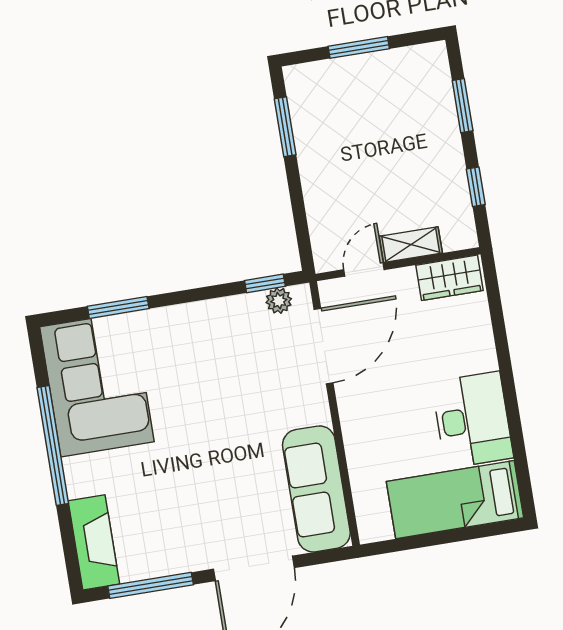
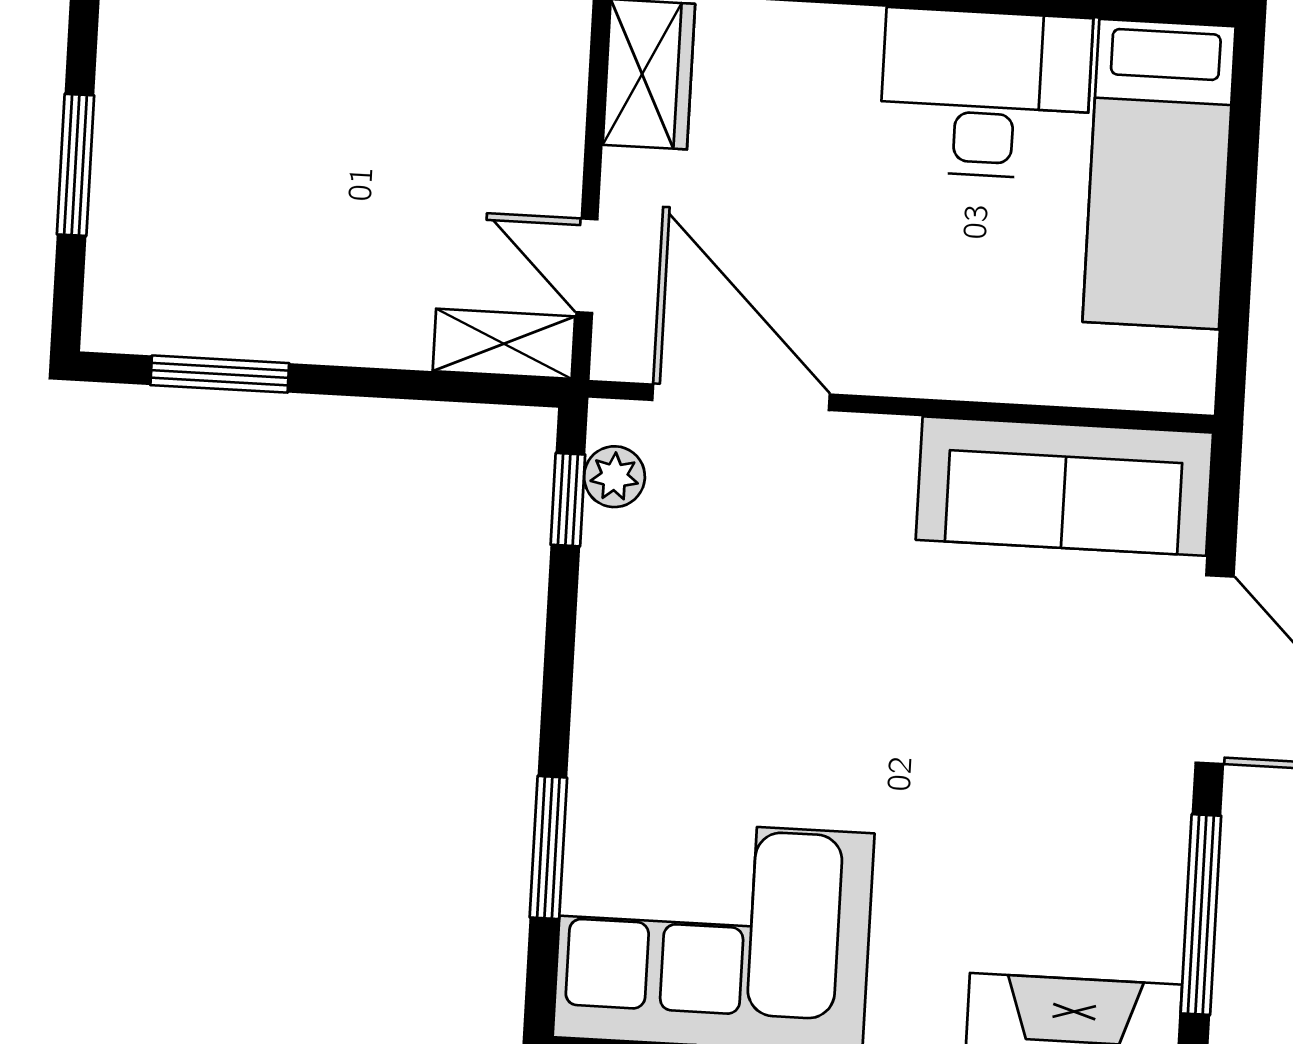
shelving: (411, 245) -> (504, 344), moved, turned 90

